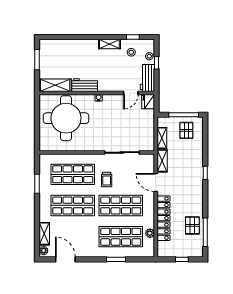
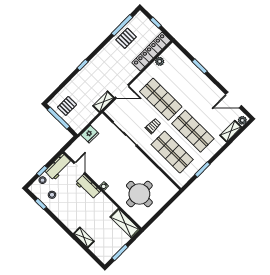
shelving: (109, 44) -> (84, 237), moved
workbench: (85, 85) -> (88, 187), moved
door: (131, 93) -> (79, 168), hinge flipped
fridge: (148, 102) -> (90, 134), moved
round table: (66, 118) -> (139, 194), width x0.73, depth x0.73
shelving: (162, 138) -> (88, 117), removed
door: (156, 182) -> (122, 91), hinge flipped
locker: (163, 218) -> (151, 52), moved
shop shelf: (121, 237) -> (181, 78), removed
door: (65, 259) -> (234, 100), hinge flipped

